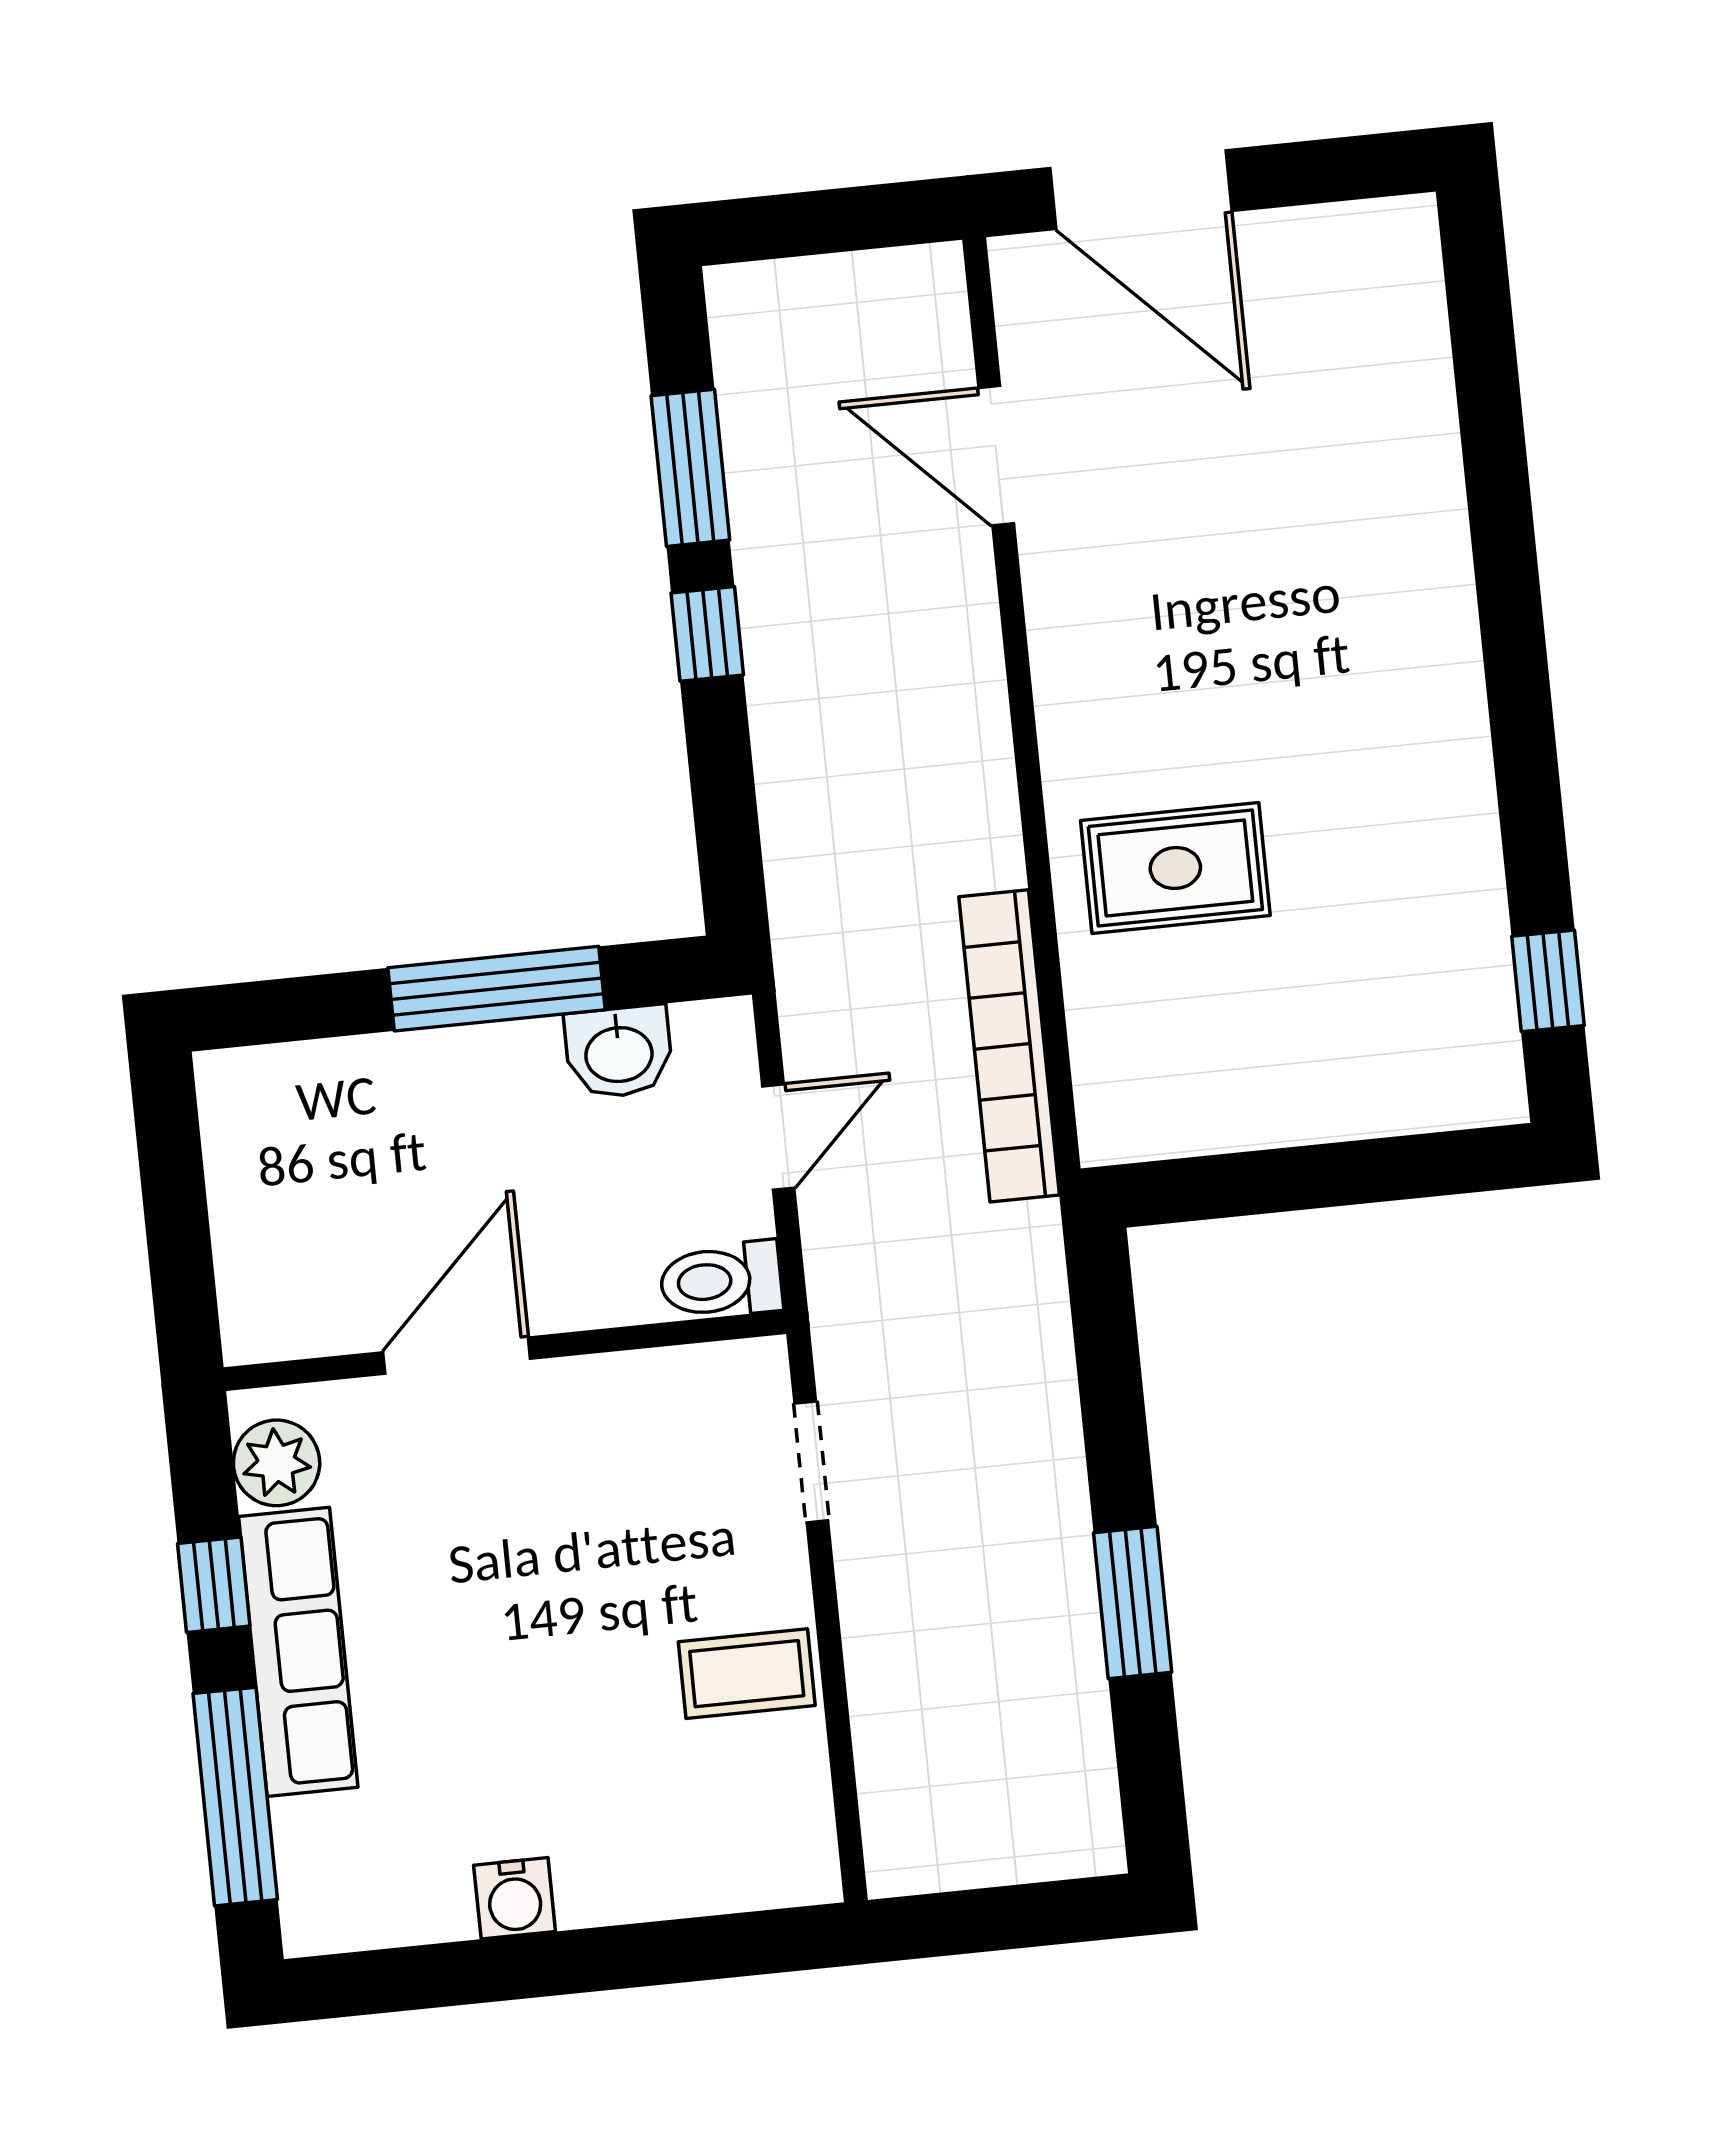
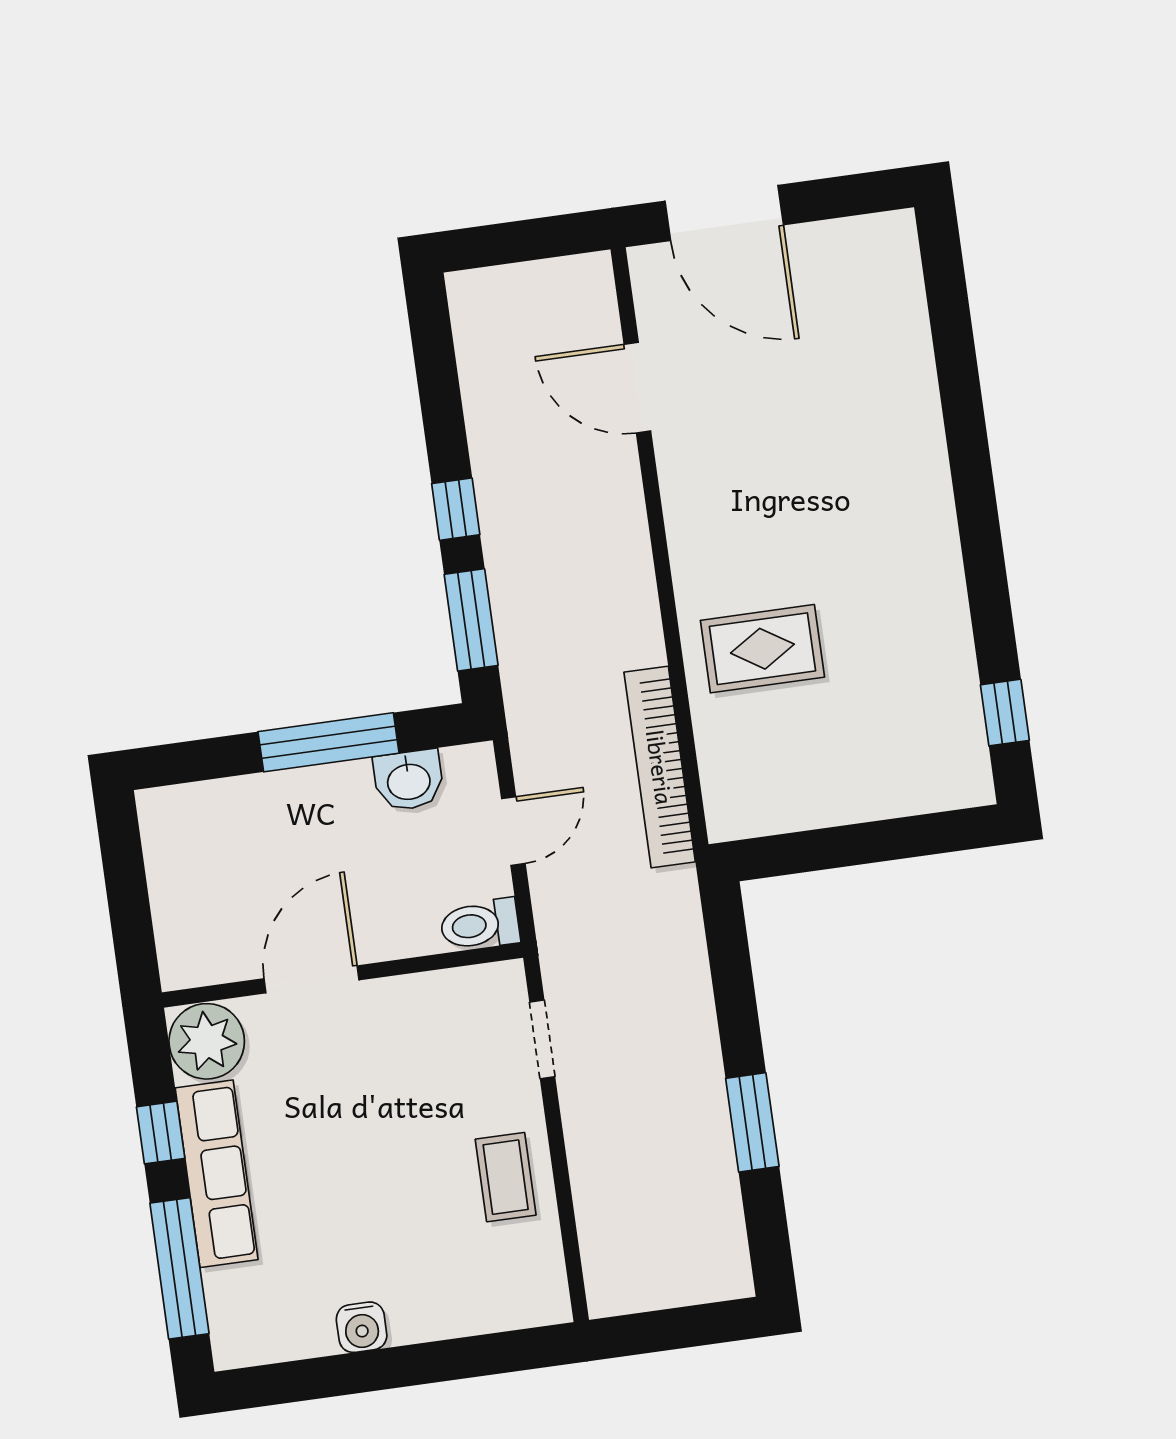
window: (690, 468) -> (471, 620), moved
plant: (277, 1463) -> (207, 1041), width x1.36, depth x1.36
coffee table: (747, 1674) -> (506, 1177), turned 90

